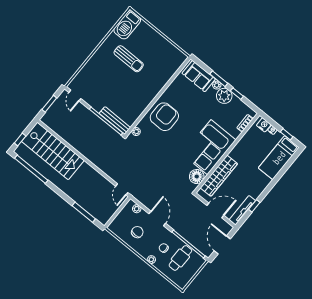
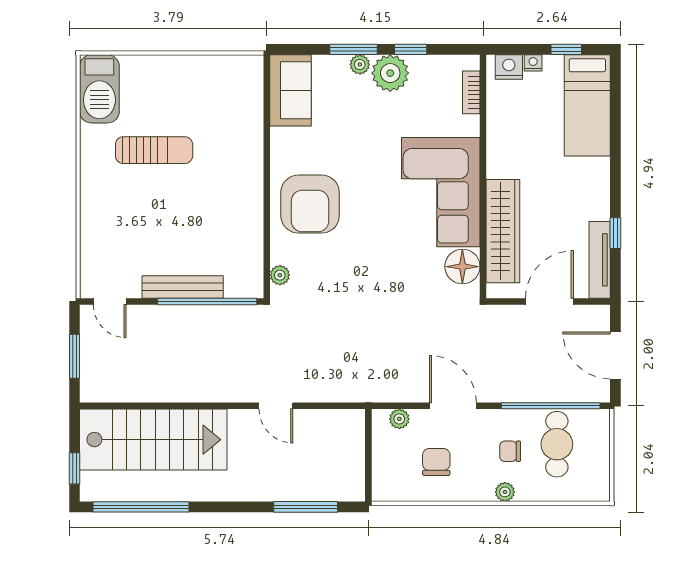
sofa: (199, 76) -> (291, 90), moved, turned -90
armchair: (164, 117) -> (310, 204), turned 180
bench: (115, 121) -> (183, 287), moved
door: (122, 189) -> (276, 406), moved

